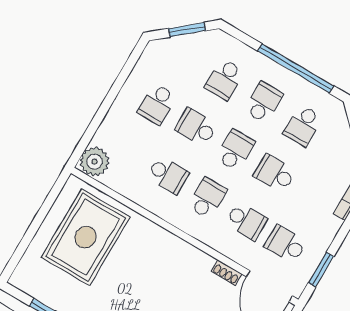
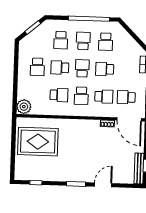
school desk: (207, 198) -> (81, 96), turned 180
rug: (86, 237) -> (38, 142), turned 90

